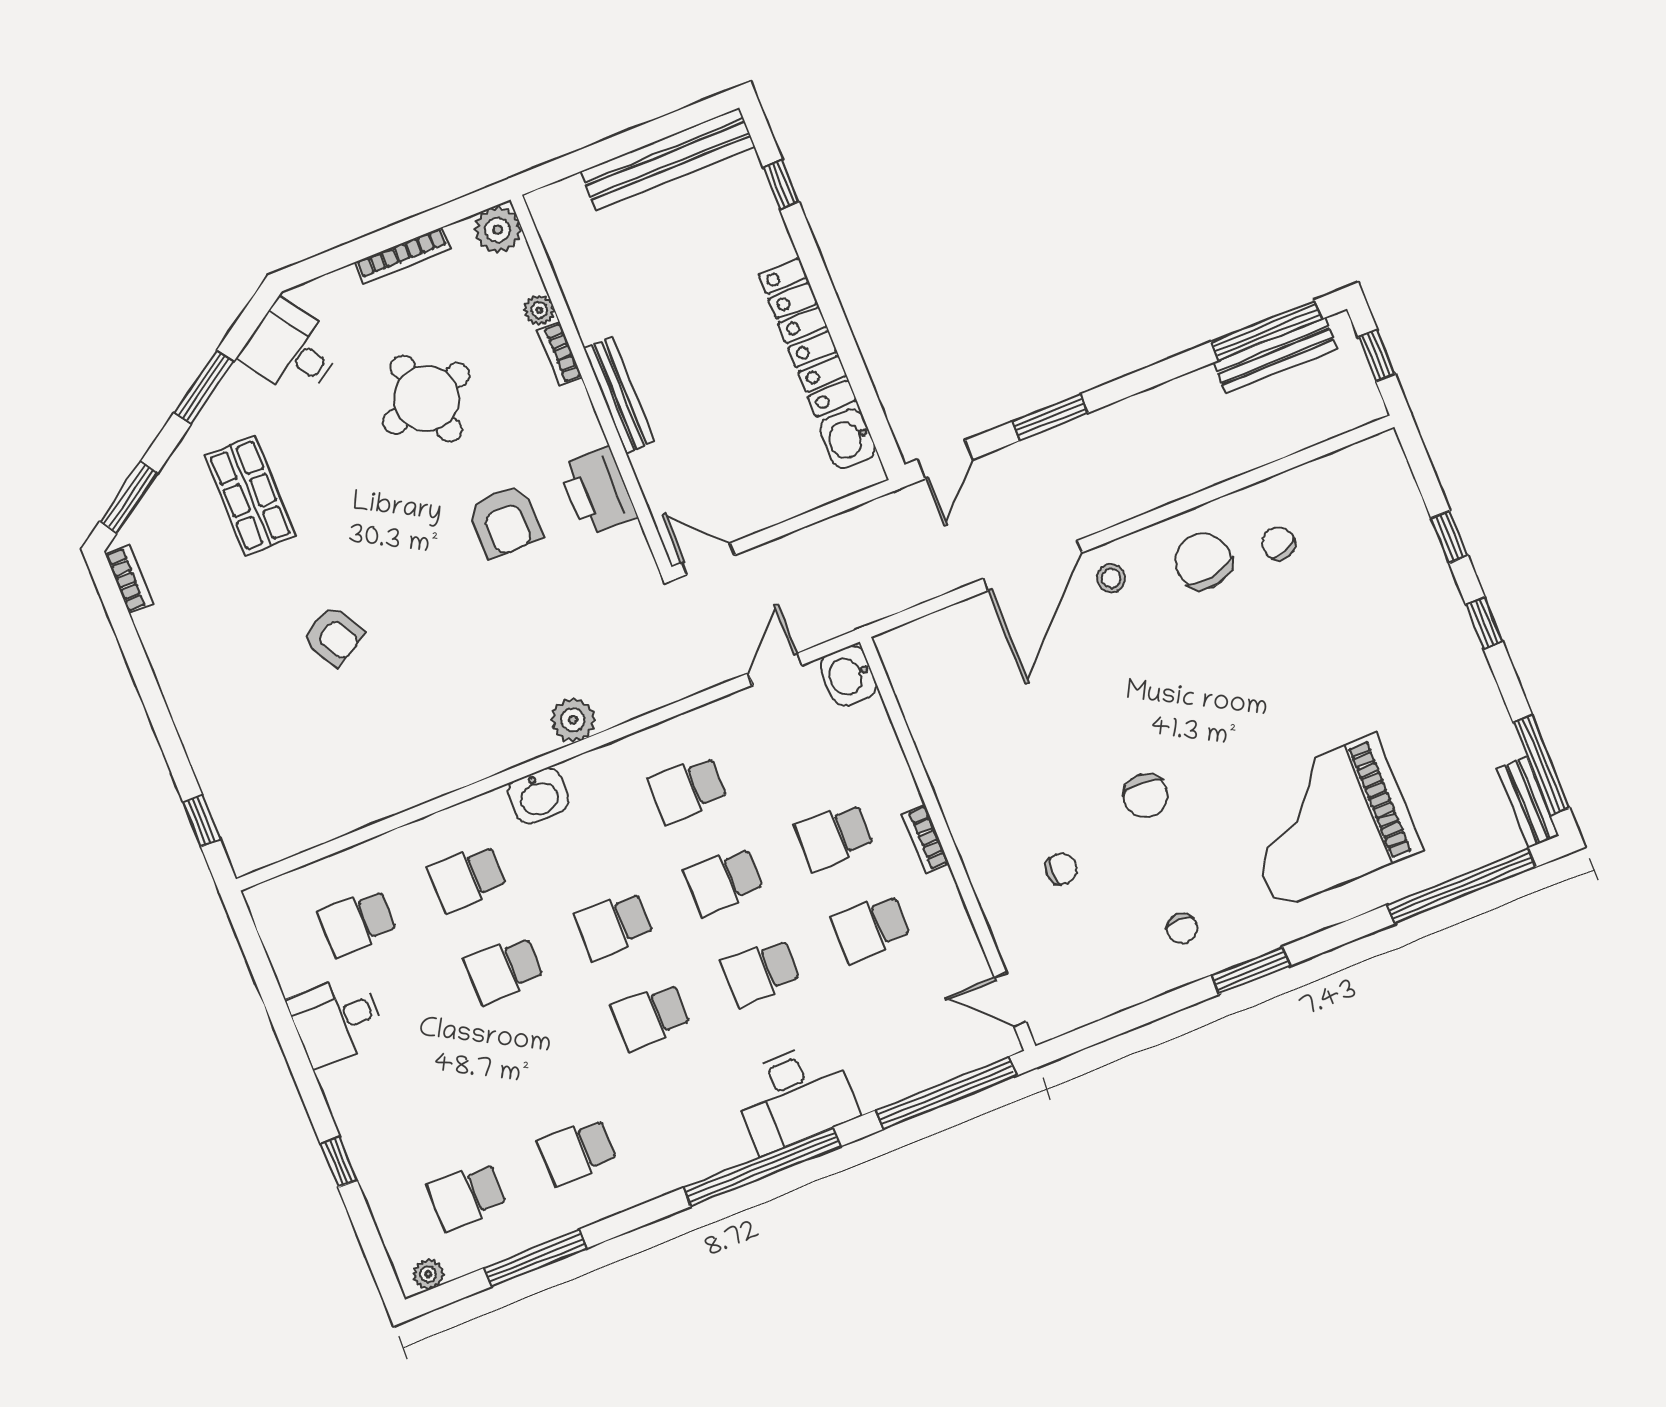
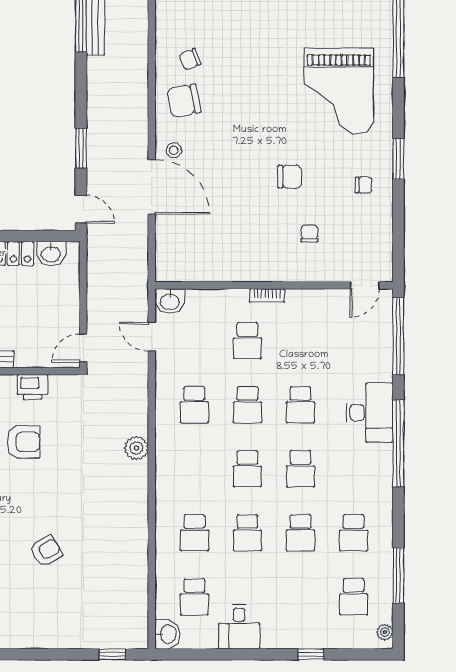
printer: (598, 491) -> (32, 387), width x0.73, depth x0.84
washbasin: (538, 796) -> (167, 634), moved
school desk: (871, 928) -> (300, 533), moved

